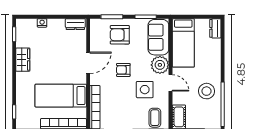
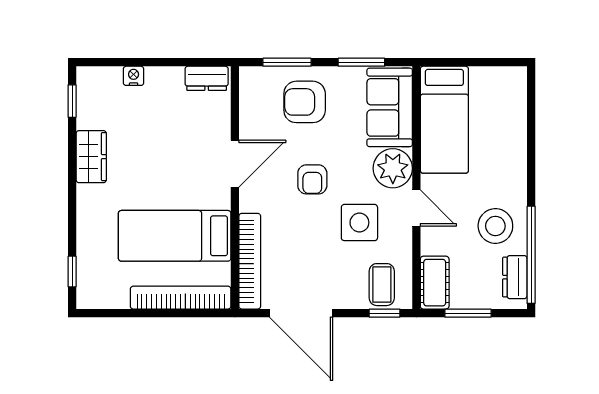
dresser: (215, 28) -> (515, 277), moved
armchair: (123, 70) -> (312, 179), turned -90

